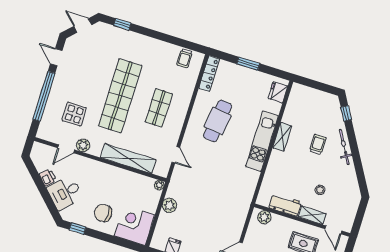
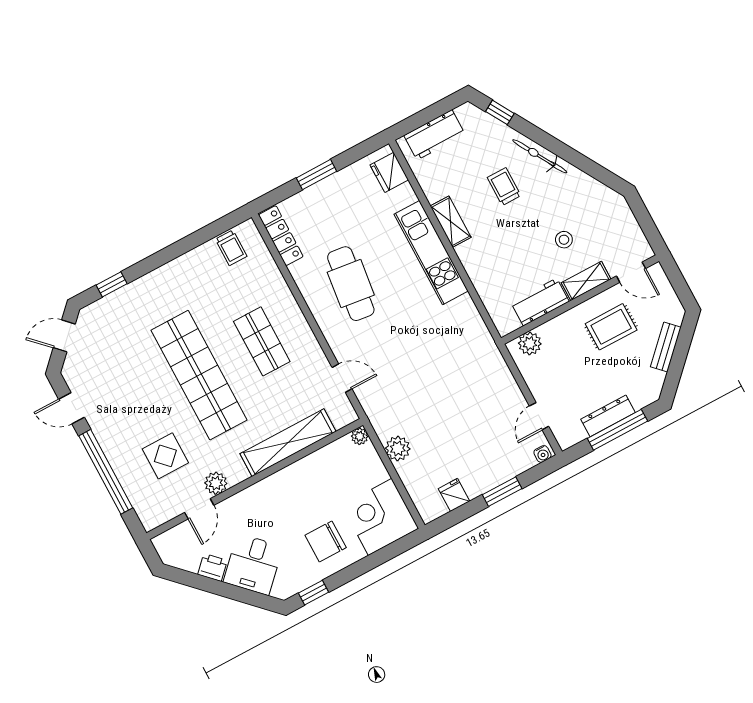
workbench: (311, 96) -> (435, 135), added

